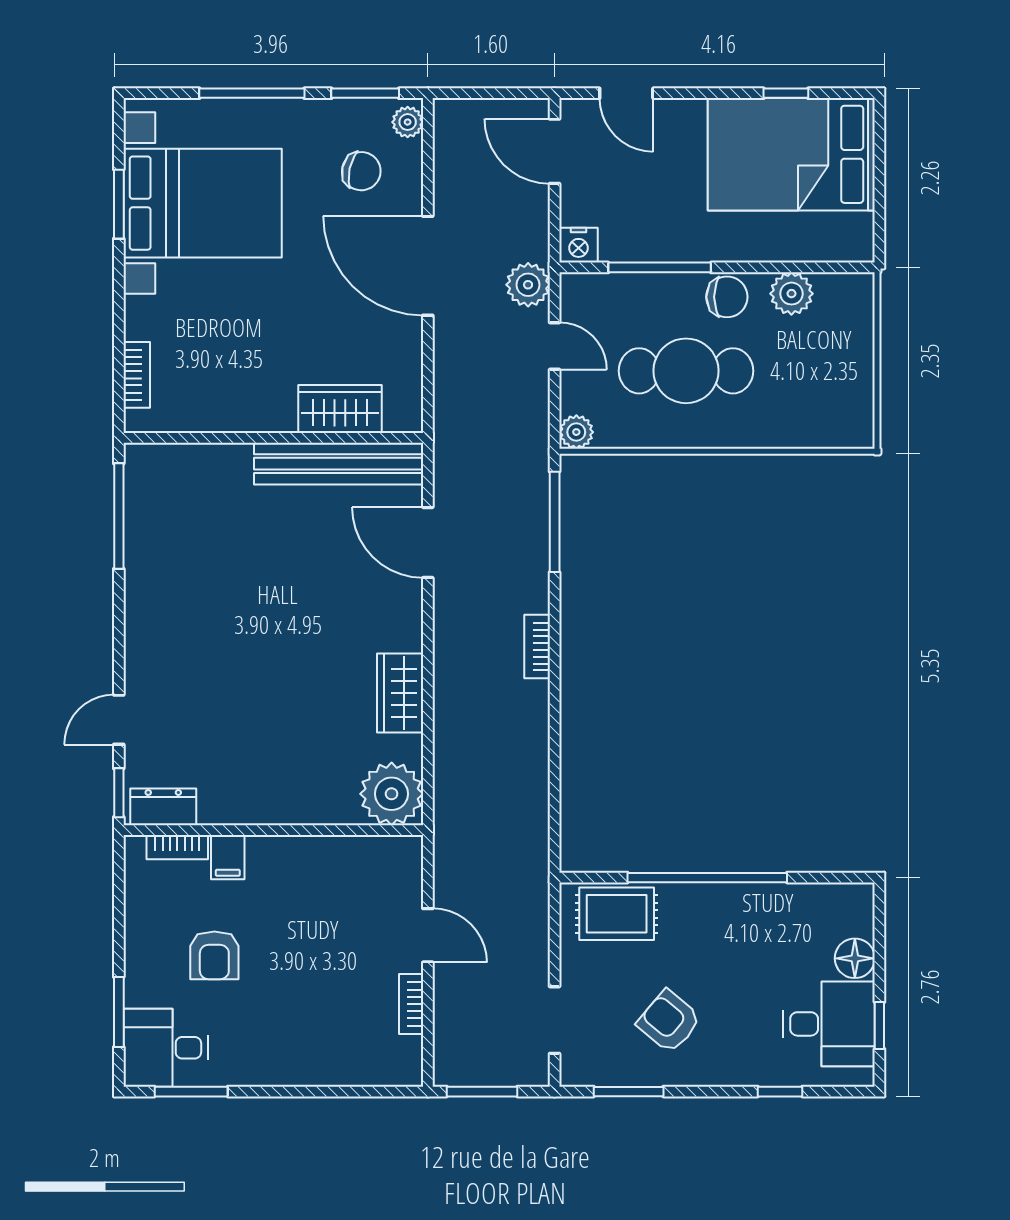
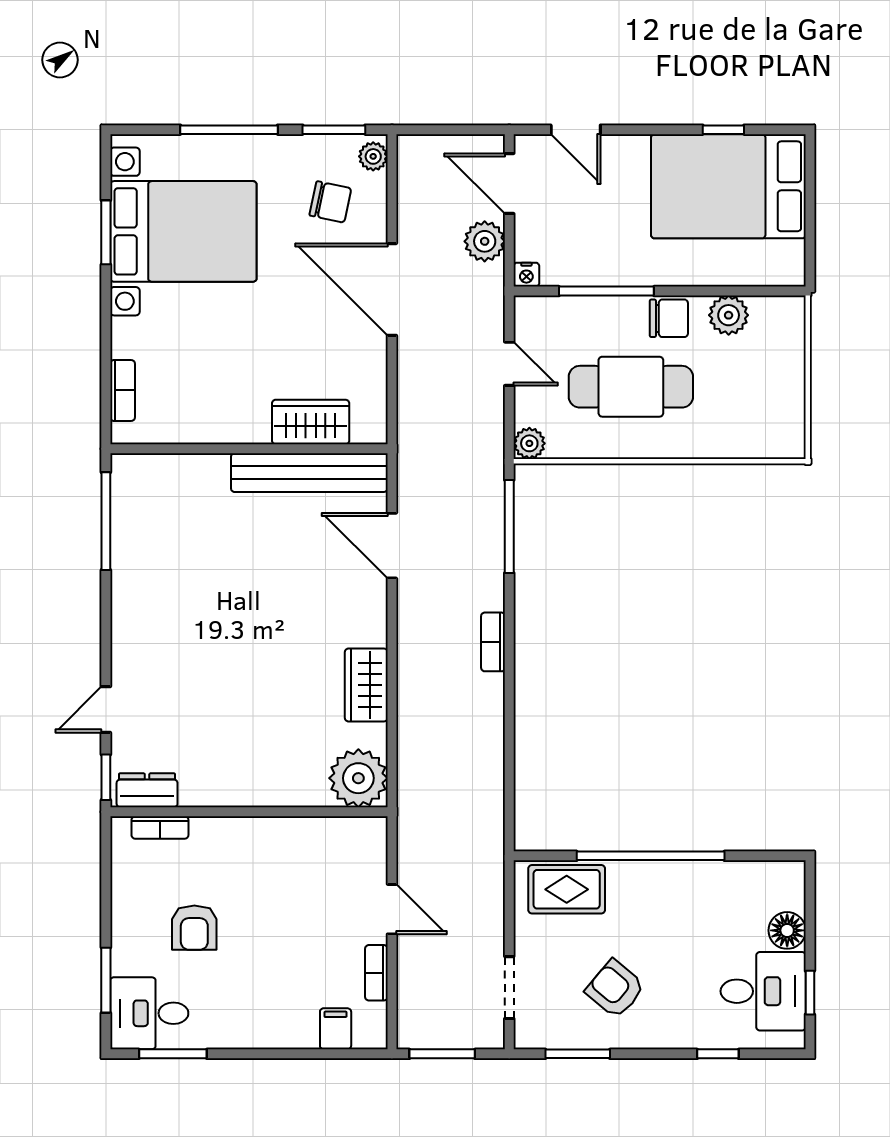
nightstand: (579, 245) -> (526, 275), width x0.72, depth x0.74
plant: (528, 285) -> (485, 241), moved
filing cabinet: (228, 857) -> (336, 1029), moved, turned 180

